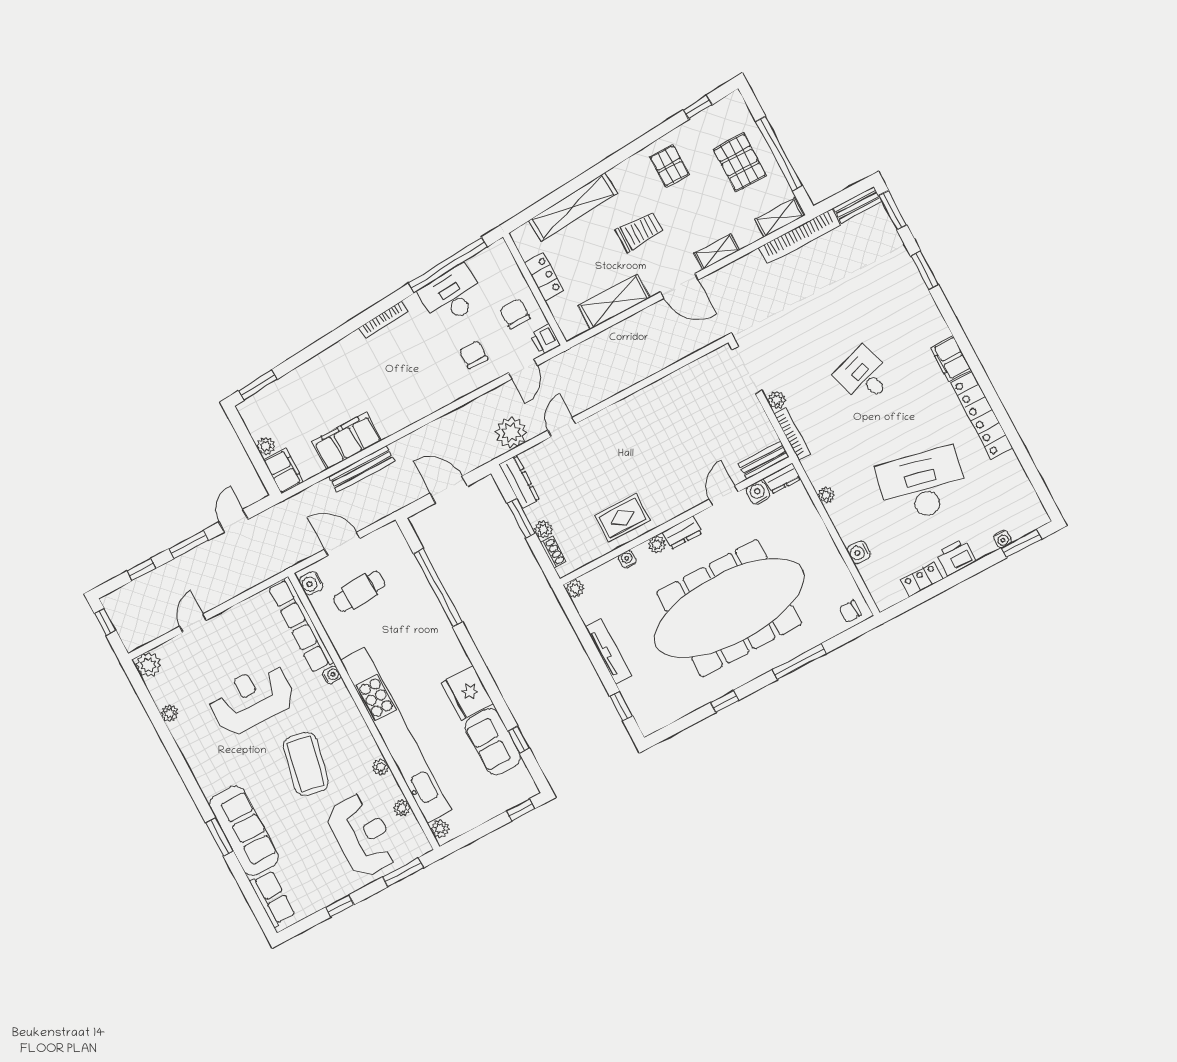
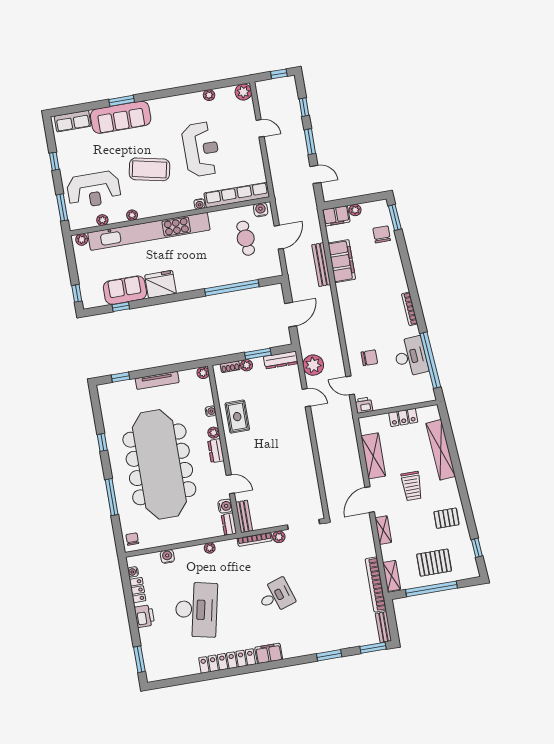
chair: (515, 314) -> (382, 234), moved, turned -90
water cooler: (1002, 539) -> (133, 572), moved

